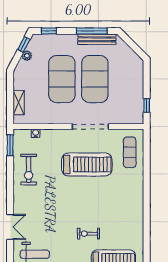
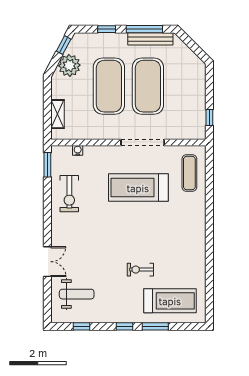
window: (49, 31) -> (107, 29), moved
plant: (27, 56) -> (69, 65), width x1.87, depth x1.87
treadmill: (87, 165) -> (138, 188), turned 180

